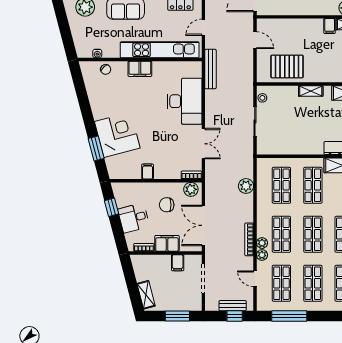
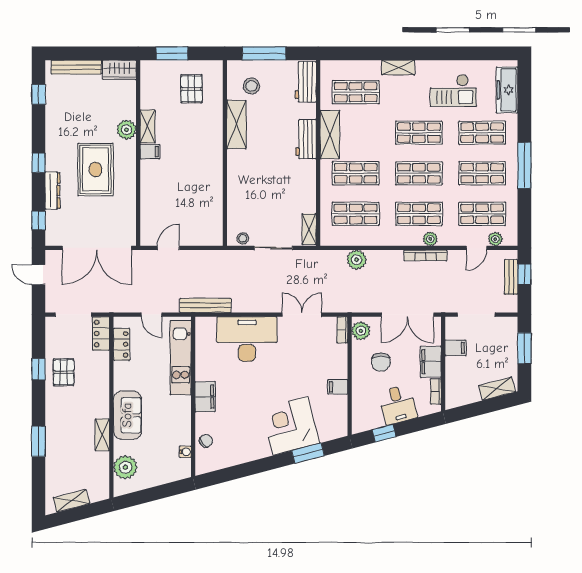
kitchen unit: (160, 50) -> (181, 358), width x0.73
pallet: (287, 66) -> (202, 207), removed
shelving: (311, 91) -> (309, 229), moved
plant: (262, 255) -> (495, 239), moved
window: (289, 316) -> (524, 165), moved

